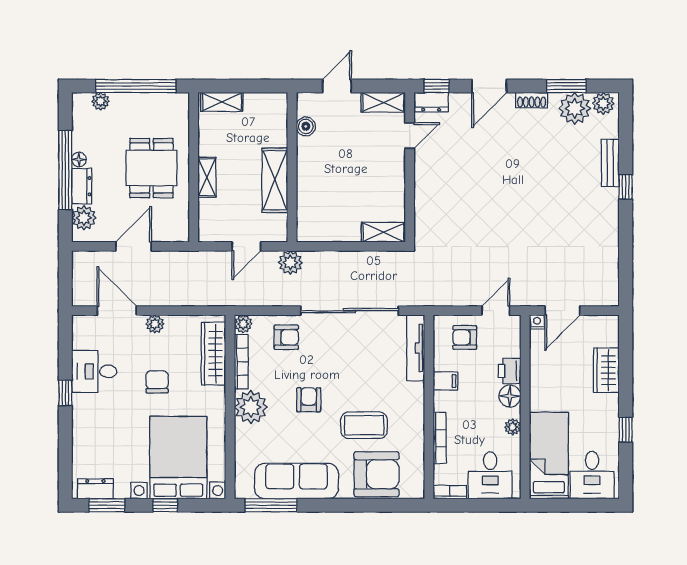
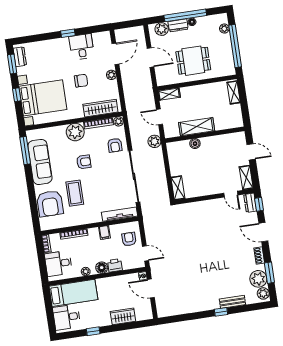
boiler: (306, 126) -> (195, 144), moved
shelving: (207, 177) -> (169, 94), moved

